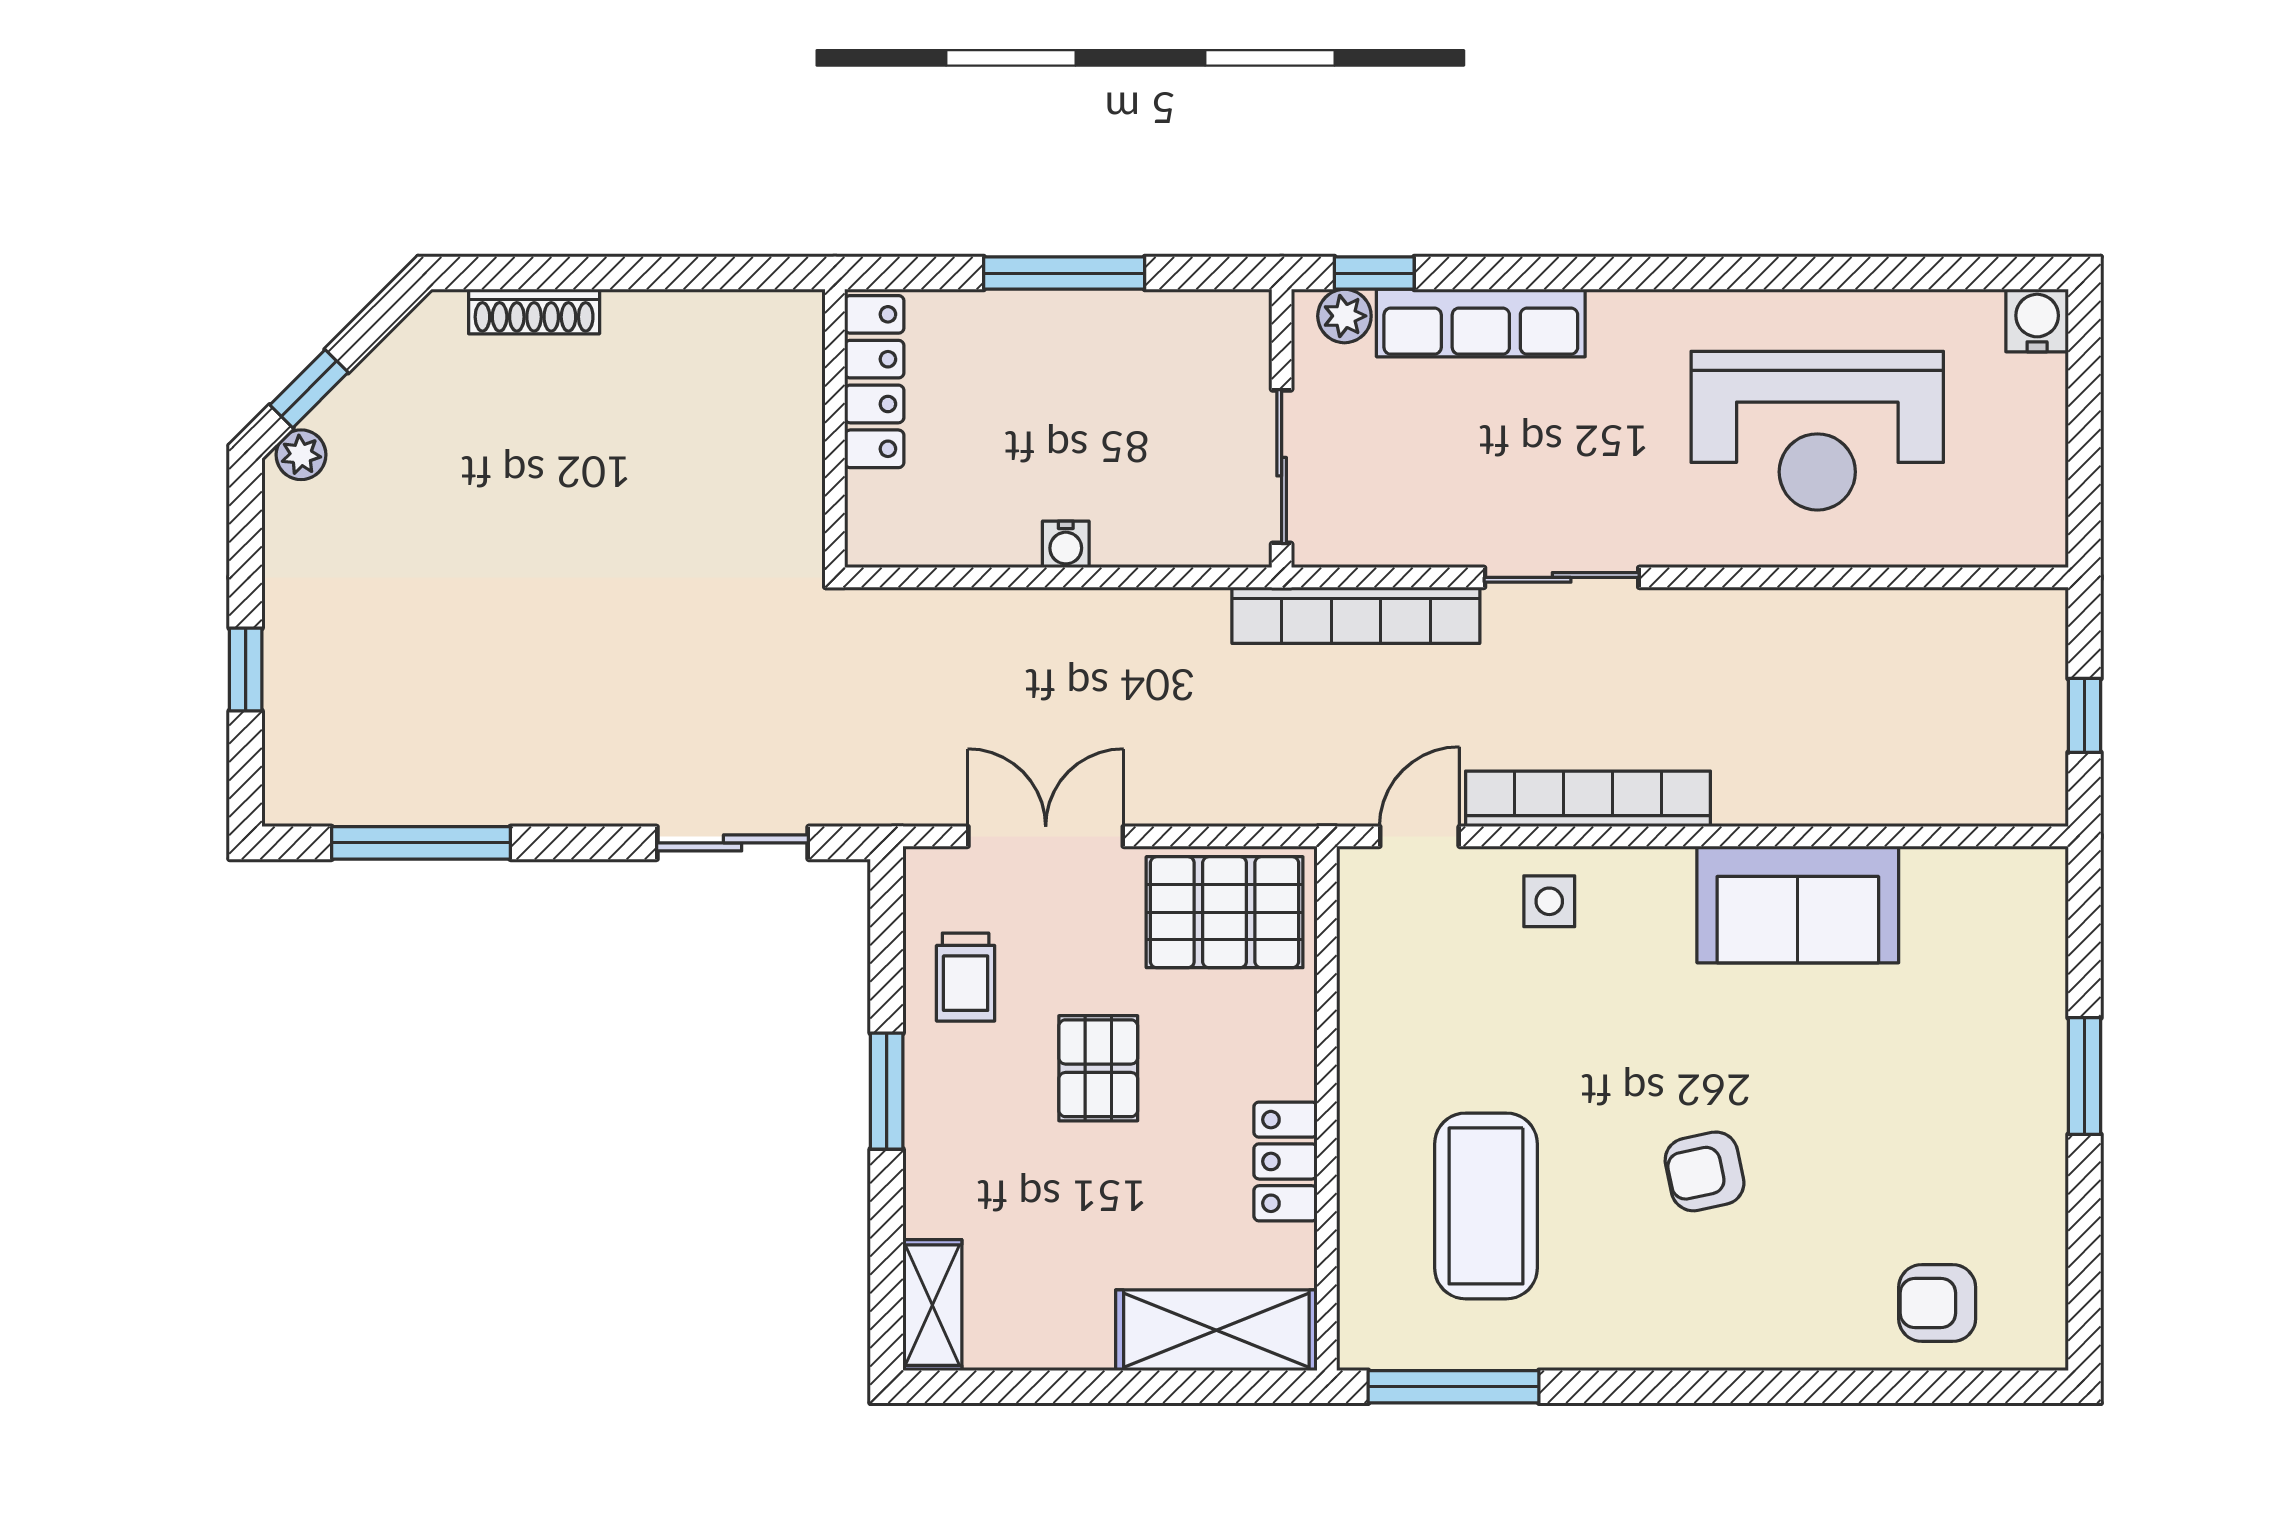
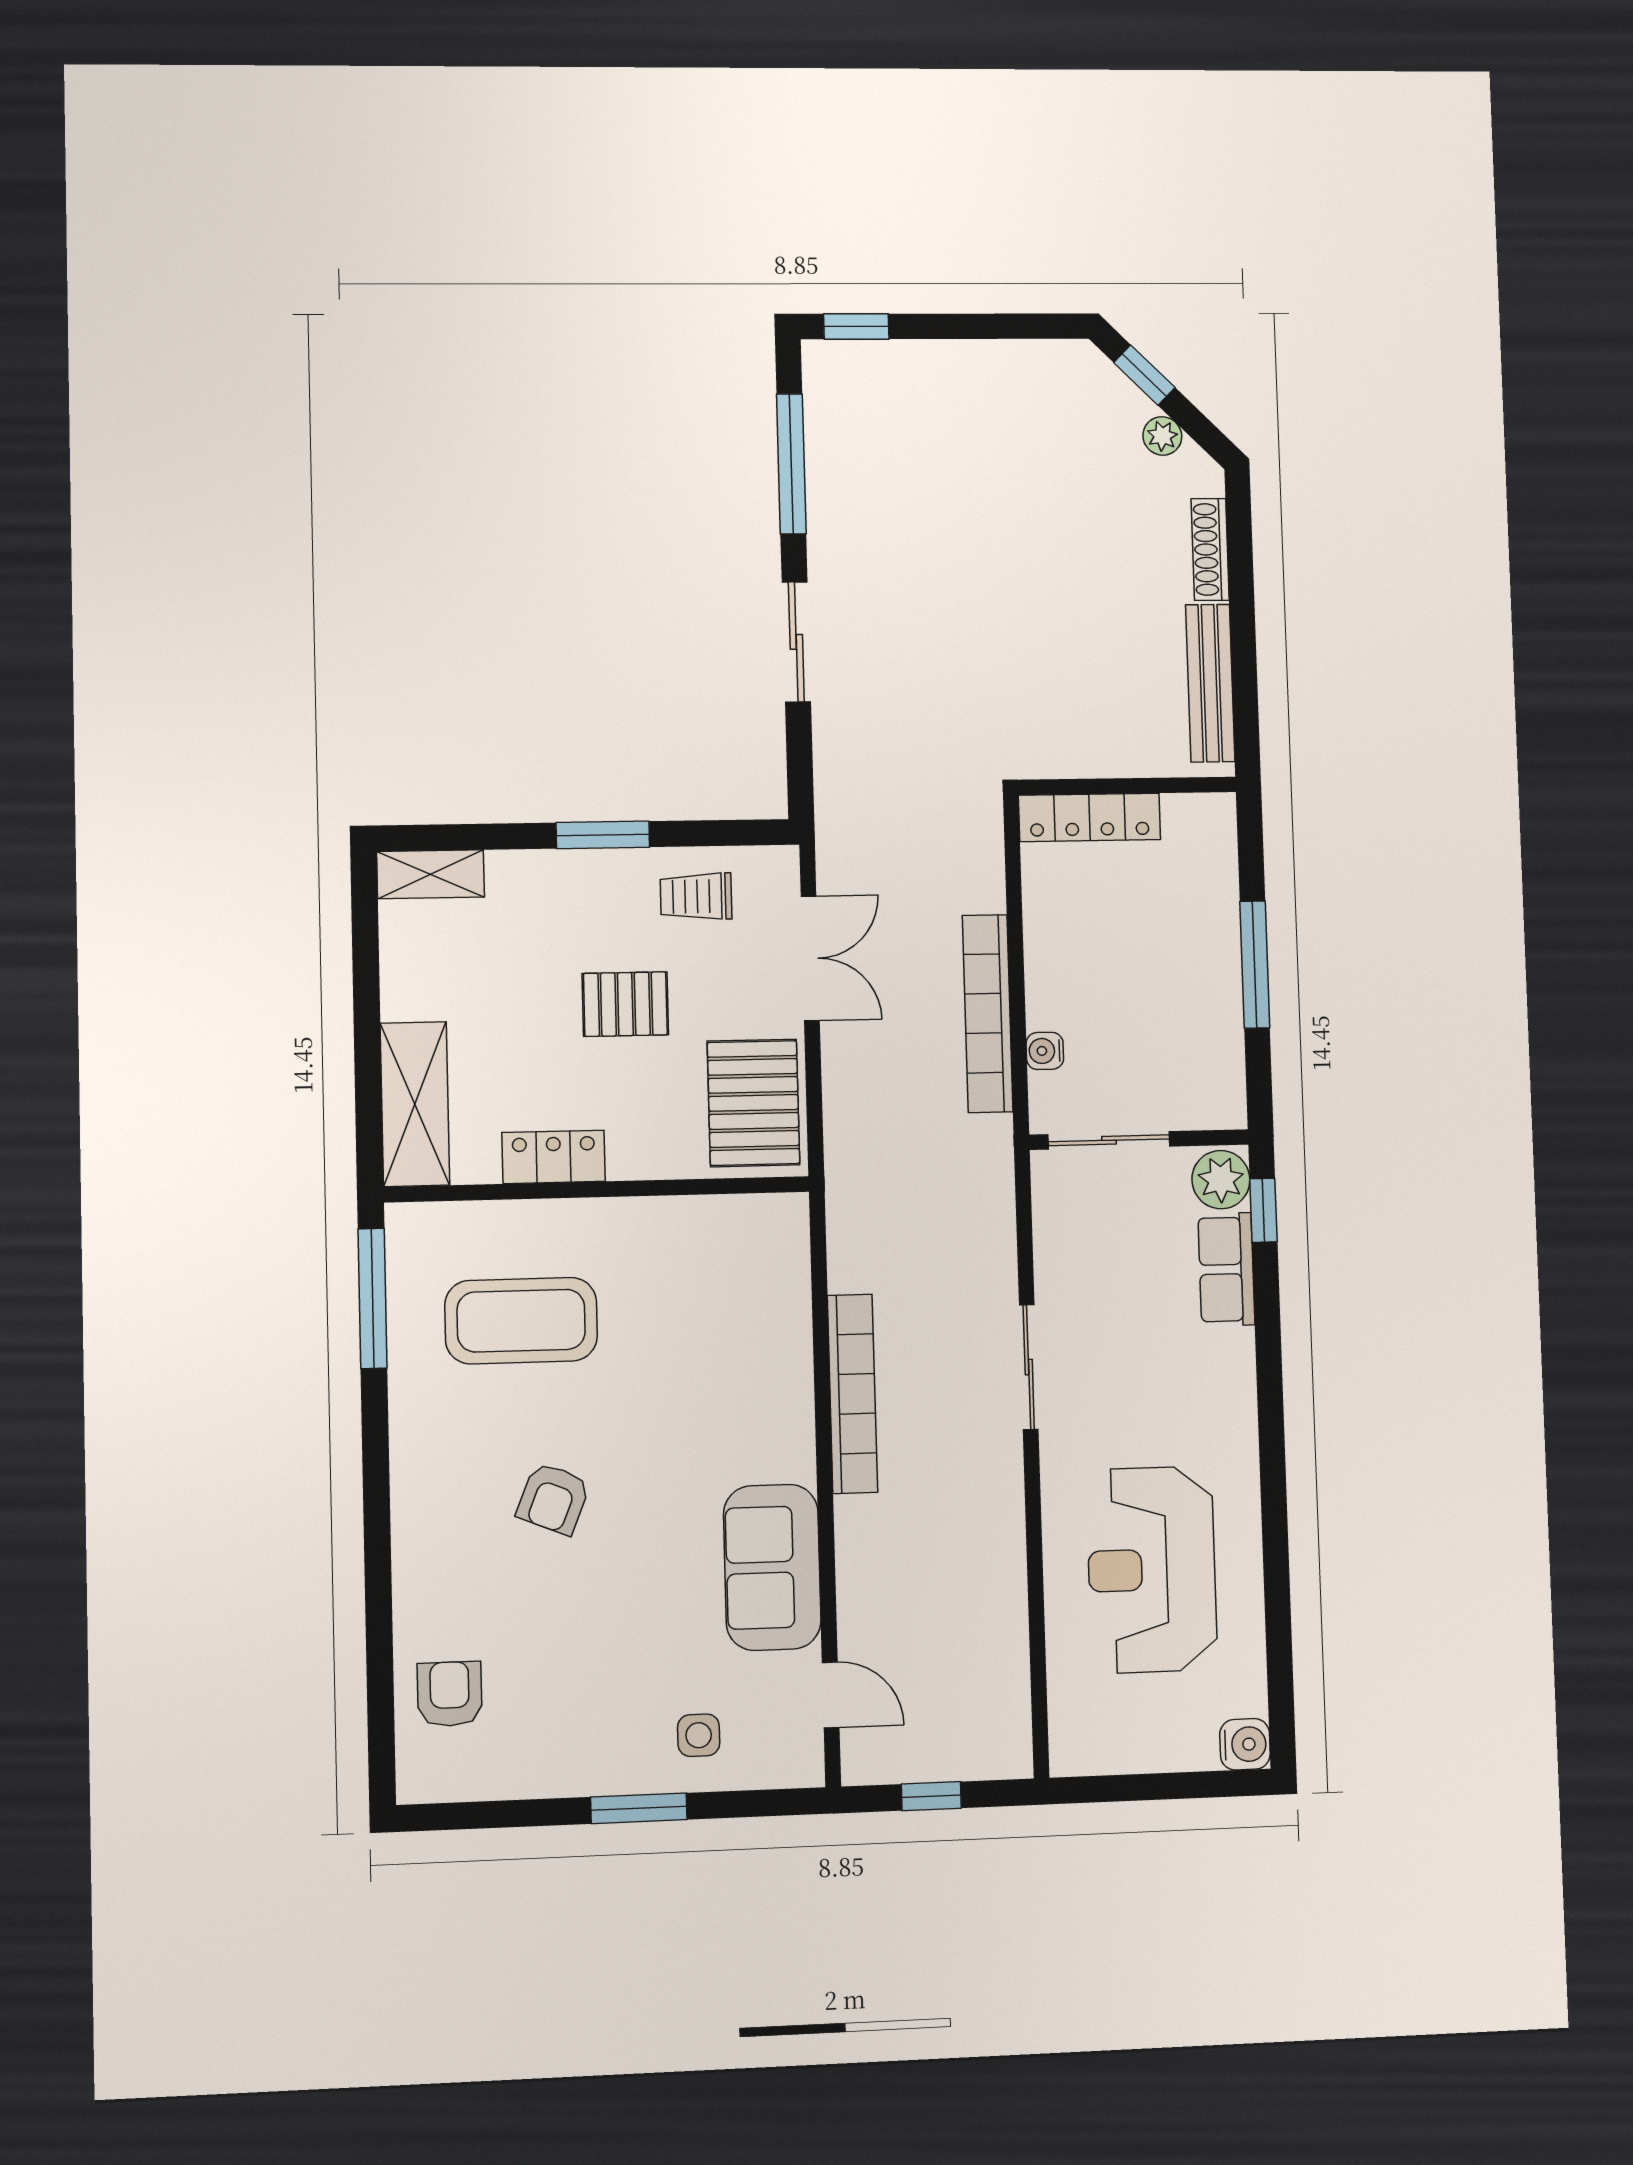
plant: (1344, 316) -> (1221, 1180), width x1.38, depth x1.38
bench: (705, 317) -> (1210, 683), added
row of seats: (1481, 323) -> (1226, 1269), width x0.68
locker: (874, 382) -> (1089, 817), moved
plant: (301, 455) -> (1162, 436), moved
water cooler: (1066, 544) -> (1045, 1051), moved
bookcase: (1356, 615) -> (988, 1013), moved
window: (246, 669) -> (856, 326), moved
door: (1419, 836) -> (831, 1695), moved
sliding door: (733, 843) -> (796, 642), moved
side table: (1549, 901) -> (699, 1735), moved
armchair: (1705, 1171) -> (553, 1498), turned -146

